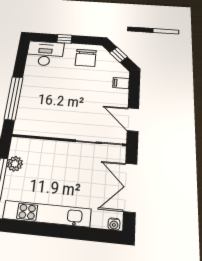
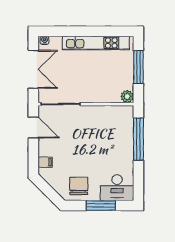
window: (64, 39) -> (101, 206), width x2.17
window: (118, 55) -> (49, 192), removed
plant: (15, 164) -> (127, 96), moved

